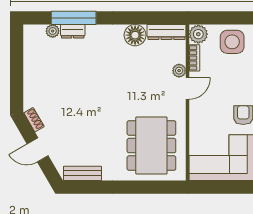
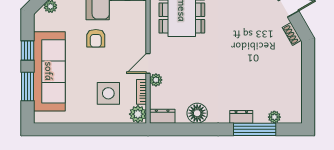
dresser: (73, 31) -> (241, 117), moved
dresser: (166, 32) -> (162, 116), width x0.70
side table: (232, 42) -> (108, 93), moved

